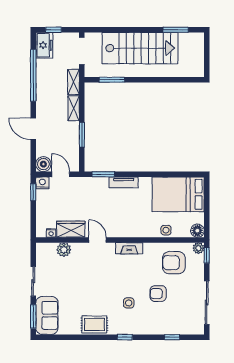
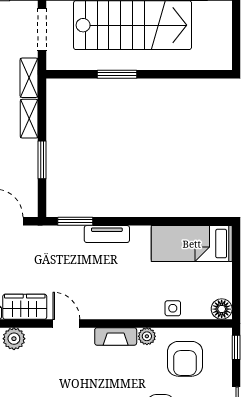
window: (112, 80) -> (117, 74), moved
bed: (178, 194) -> (192, 244), width x0.67
plant: (198, 248) -> (147, 336), moved
armchair: (174, 263) -> (185, 359), turned -90

